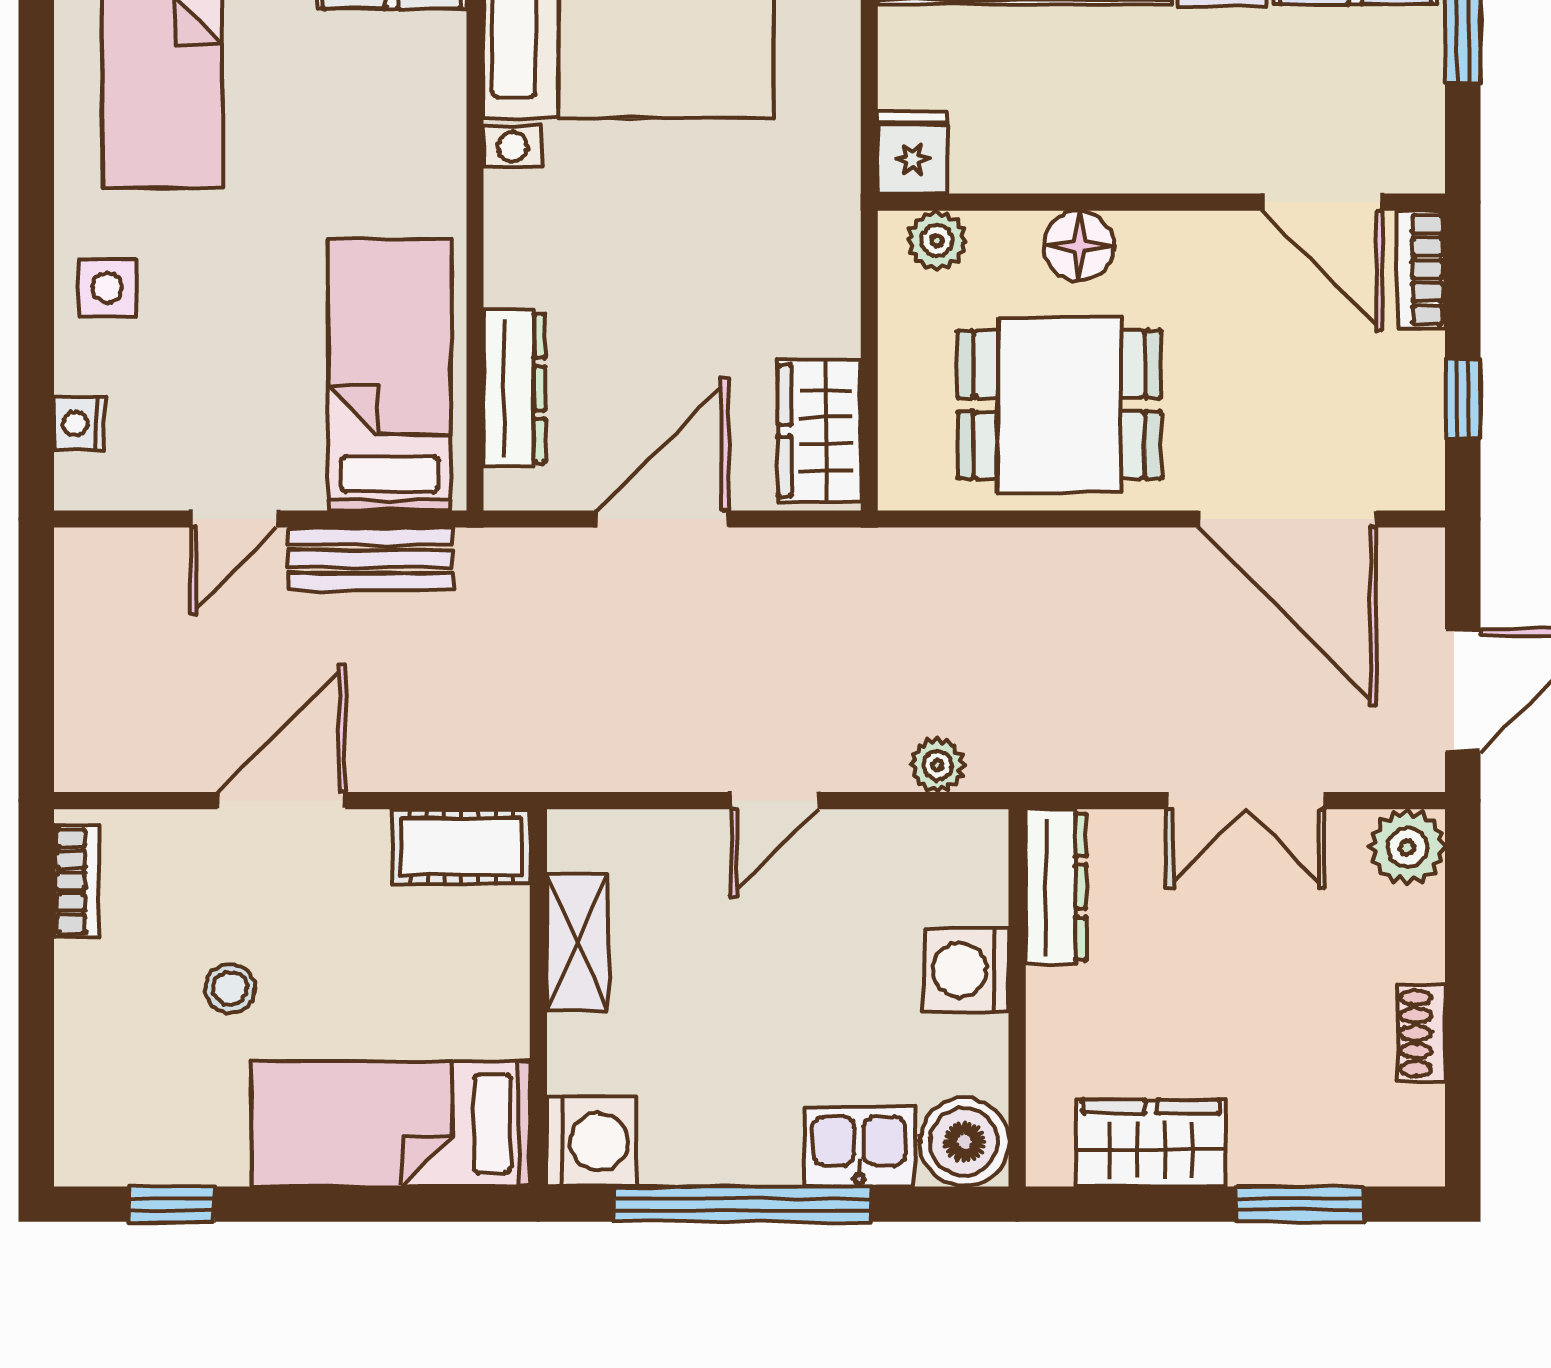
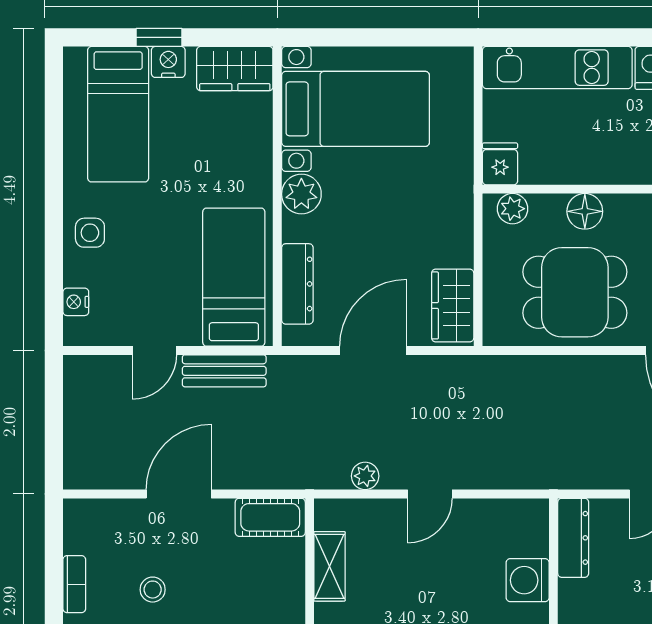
plant: (522, 212) -> (301, 194), added
plant: (938, 765) -> (365, 476), moved
bookcase: (76, 881) -> (74, 584), moved

